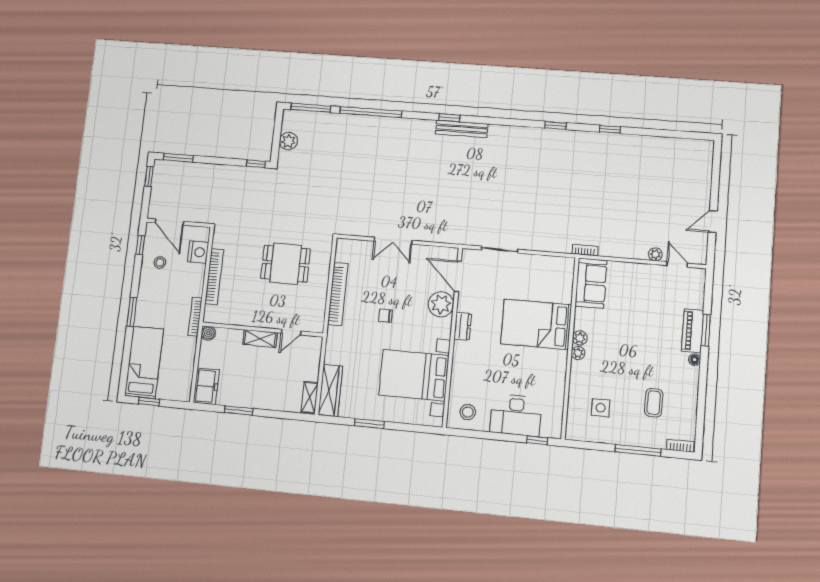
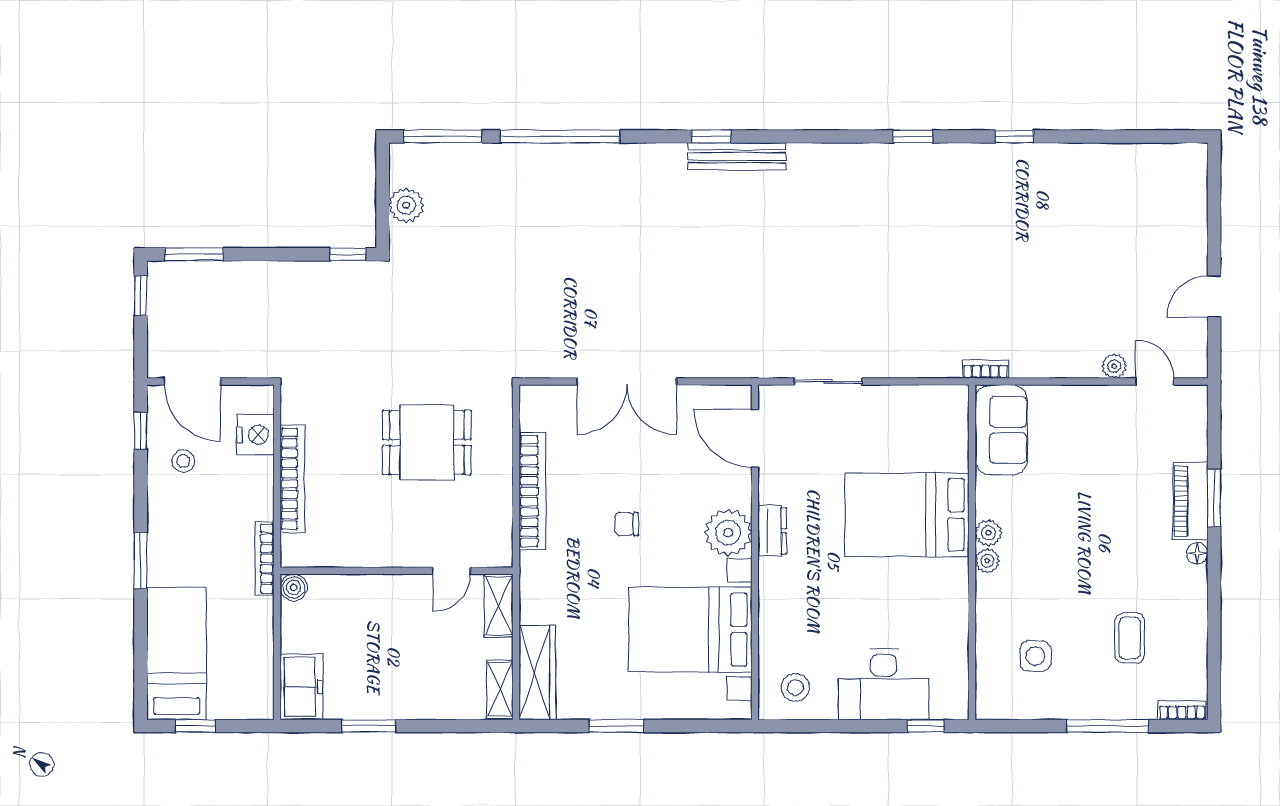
double door: (393, 241) -> (627, 382), width x1.37
plant: (441, 304) -> (728, 533), moved
shelving: (260, 338) -> (499, 606), moved, turned 90

